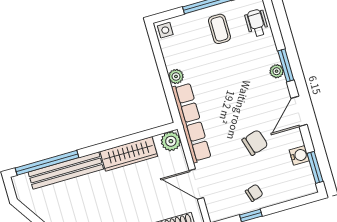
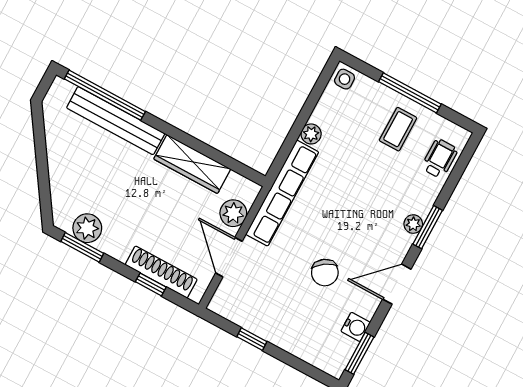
plant: (171, 141) -> (233, 213), moved
chair: (255, 143) -> (325, 273), turned 73
chair: (254, 193) -> (276, 320), removed

